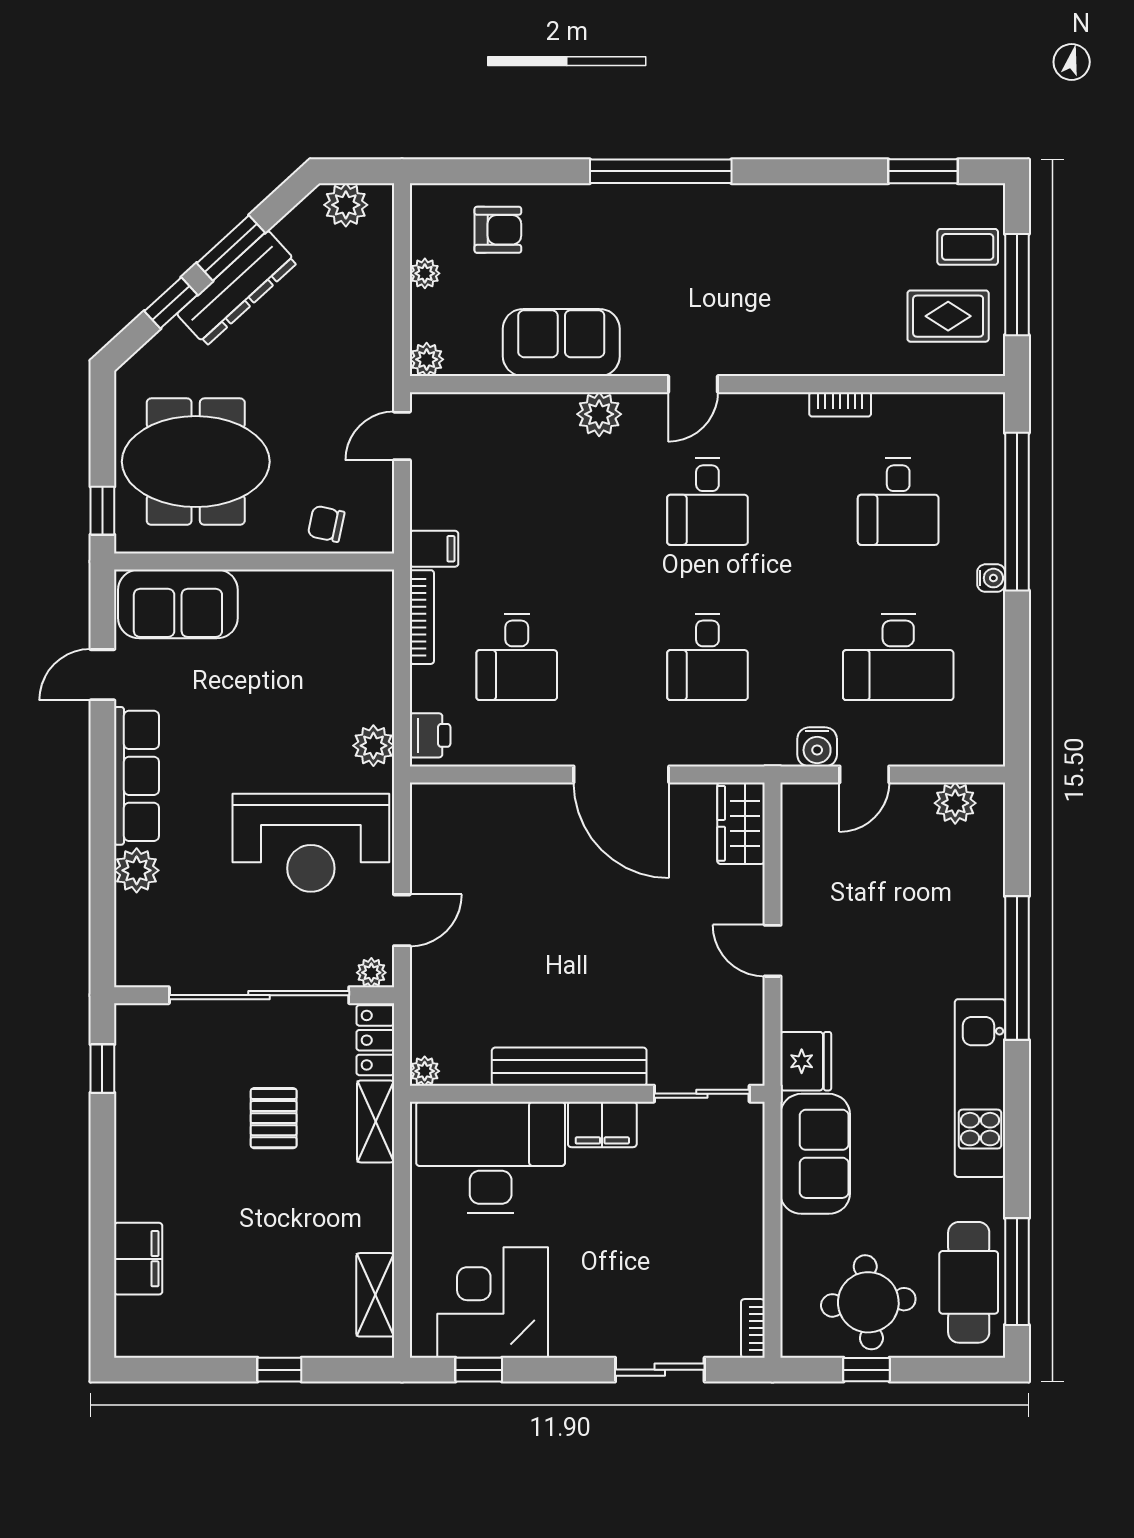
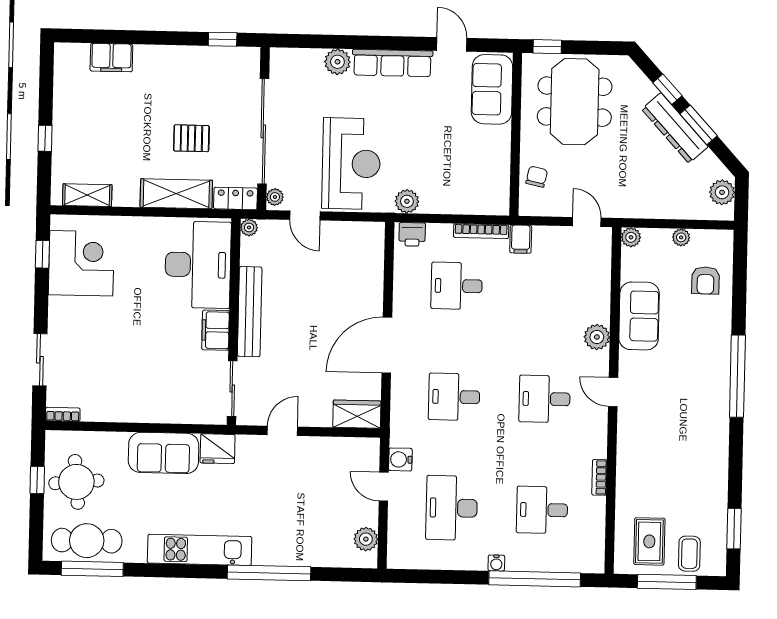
reception desk: (311, 843) -> (351, 164), turned 180
bench: (569, 1067) -> (250, 312), moved
plant: (425, 1071) -> (249, 227), moved
wall: (587, 1094) -> (234, 322), moved
sliding door: (702, 1094) -> (232, 388), moved
shelving: (376, 1121) -> (176, 194), width x1.50, depth x1.33
filing cabinet: (602, 1124) -> (216, 330), moved
desk: (491, 1157) -> (198, 265), moved

